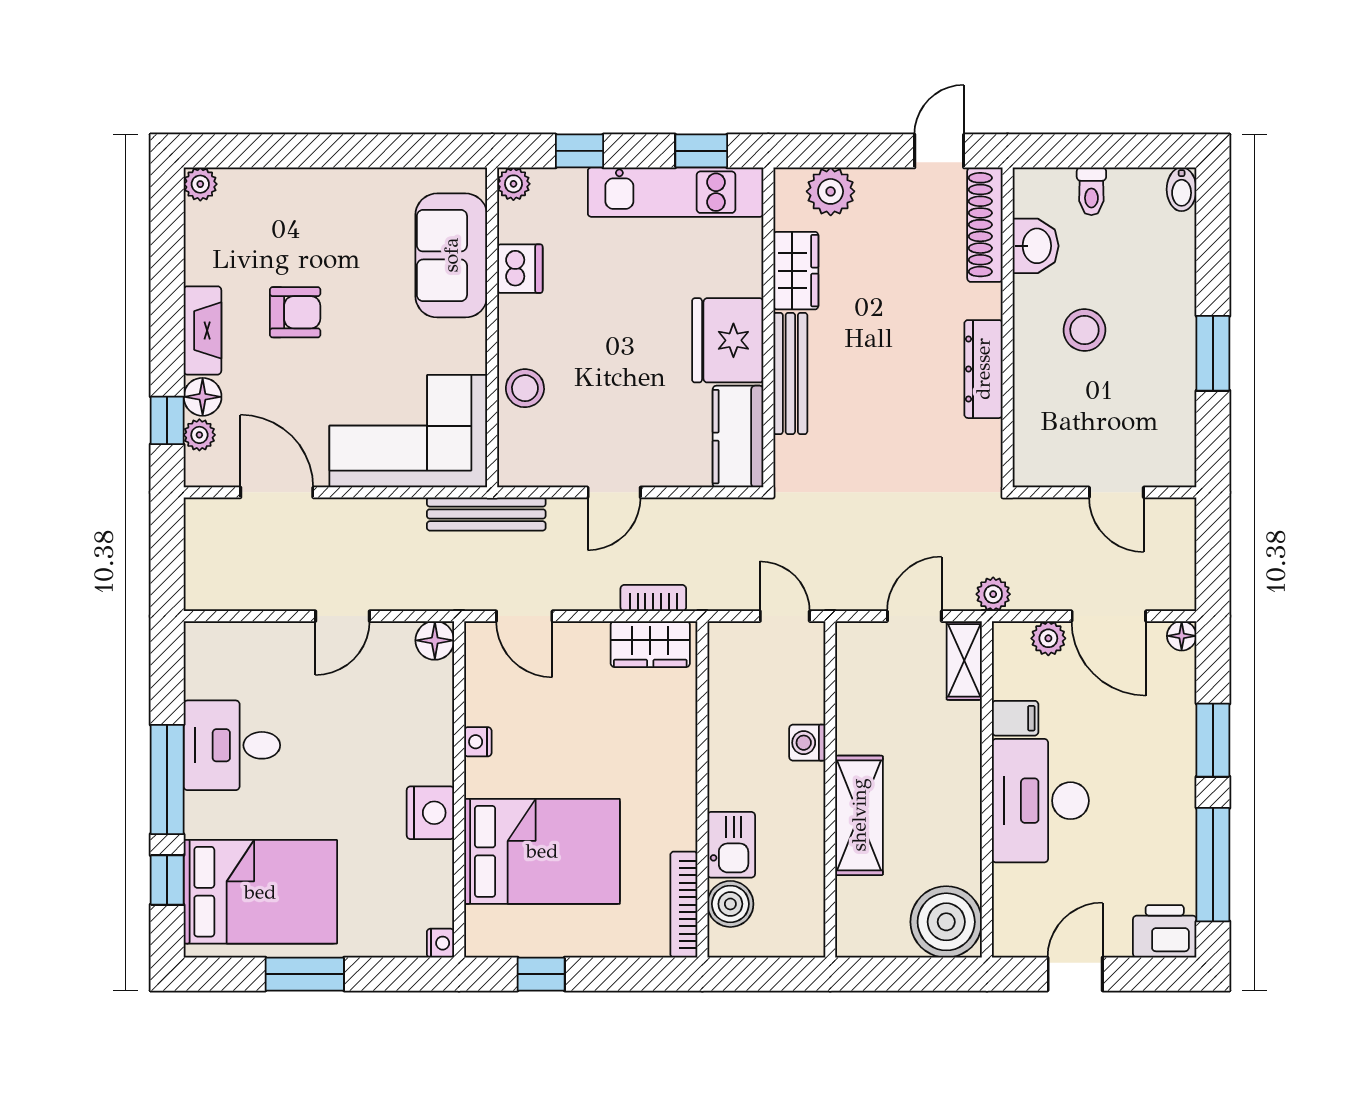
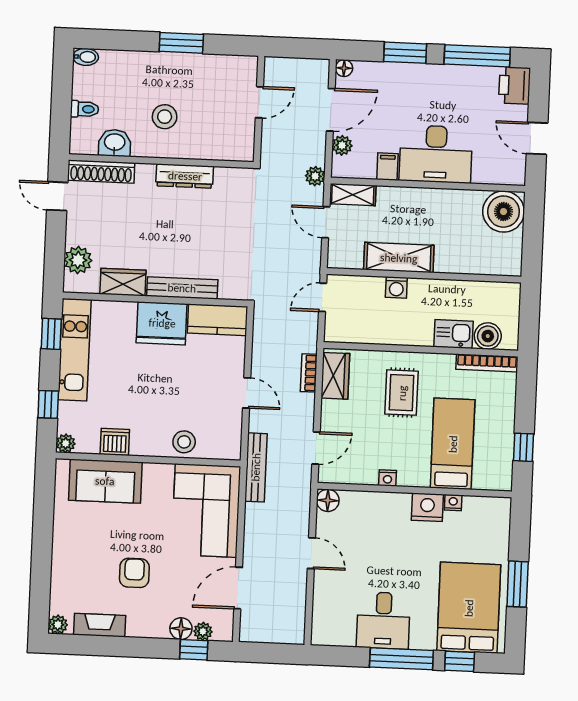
fireplace: (202, 330) -> (100, 625), moved
rug: (626, 759) -> (402, 393), added
shelving: (859, 815) -> (399, 258), moved
bed: (542, 851) -> (453, 444), width x0.67
nightstand: (440, 943) -> (453, 503), moved

